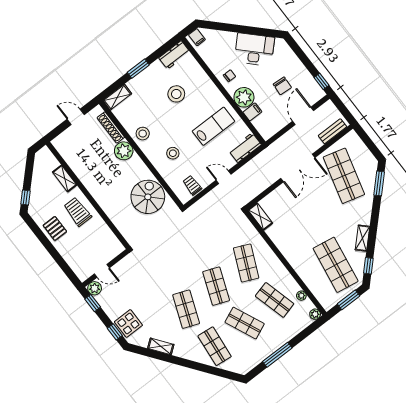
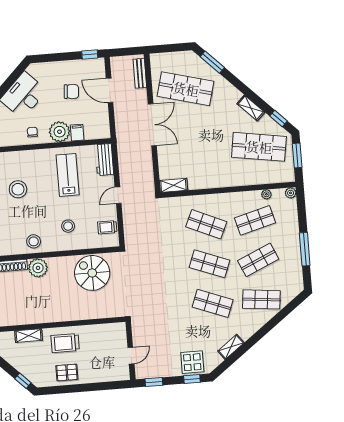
plant: (95, 288) -> (142, 372), removed

